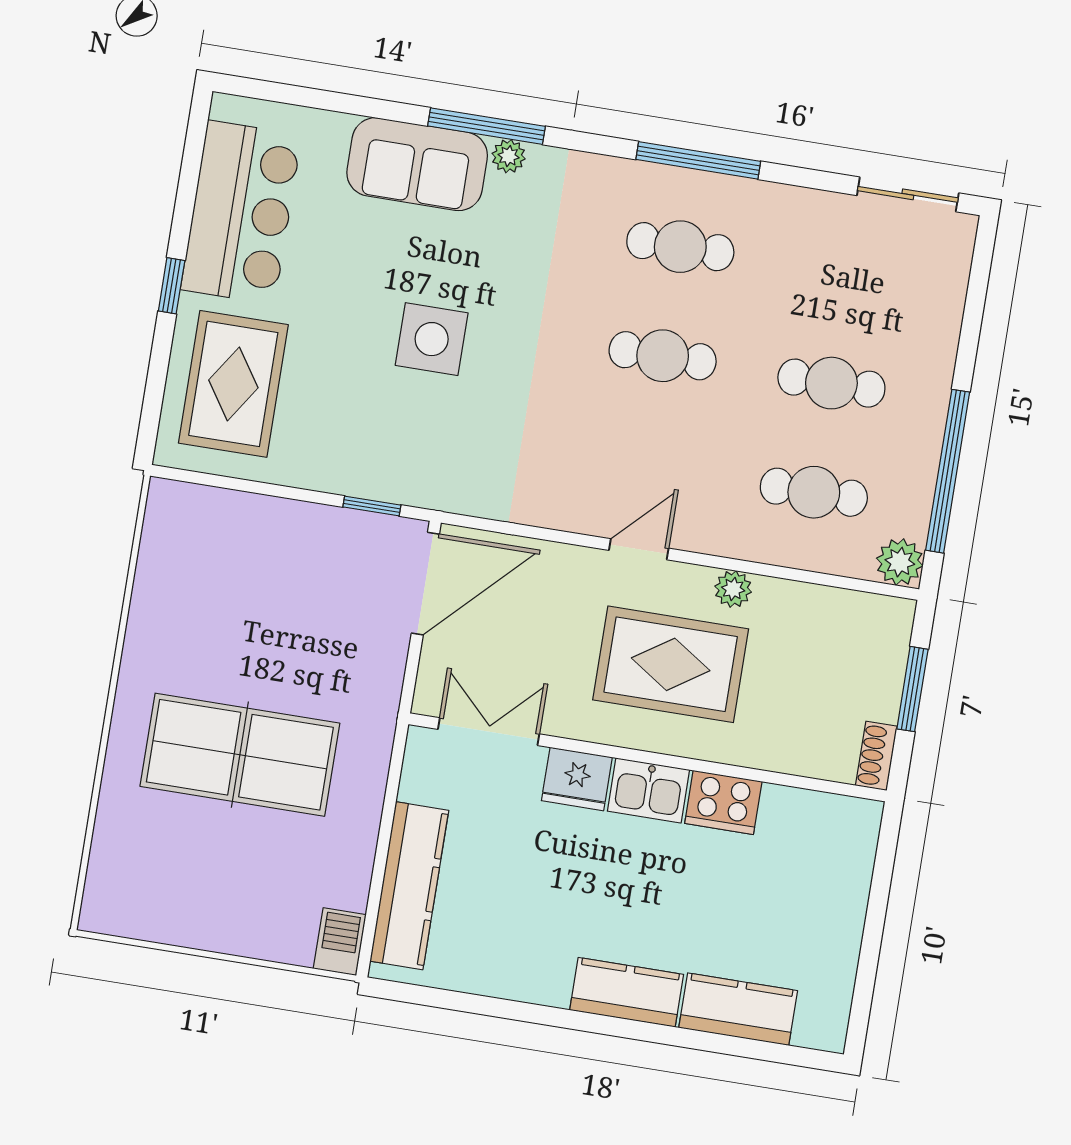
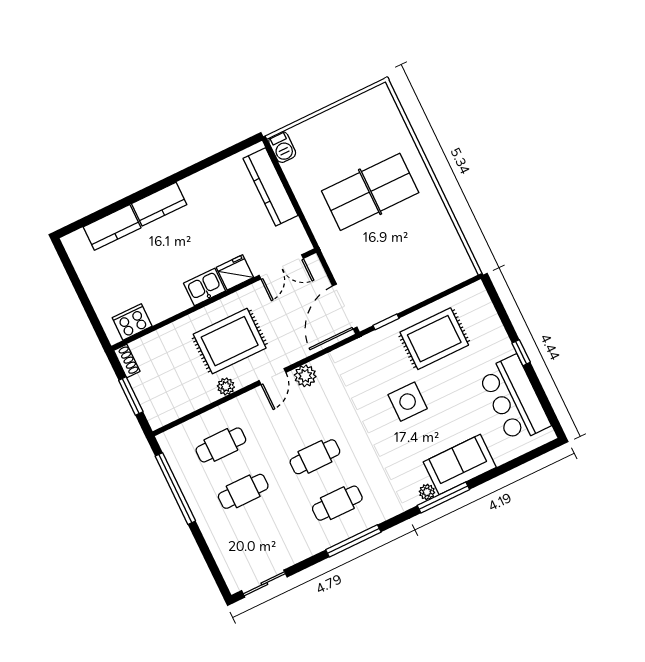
rug: (233, 384) -> (434, 339), moved, turned 90
plant: (900, 562) -> (305, 376), moved
cooker: (723, 802) -> (132, 322), moved

